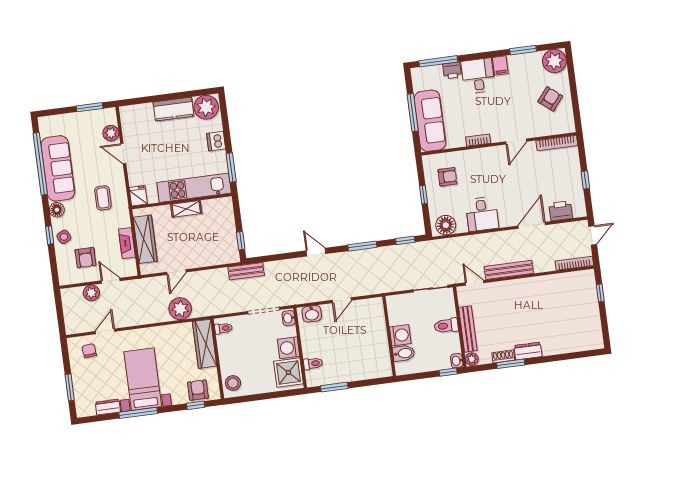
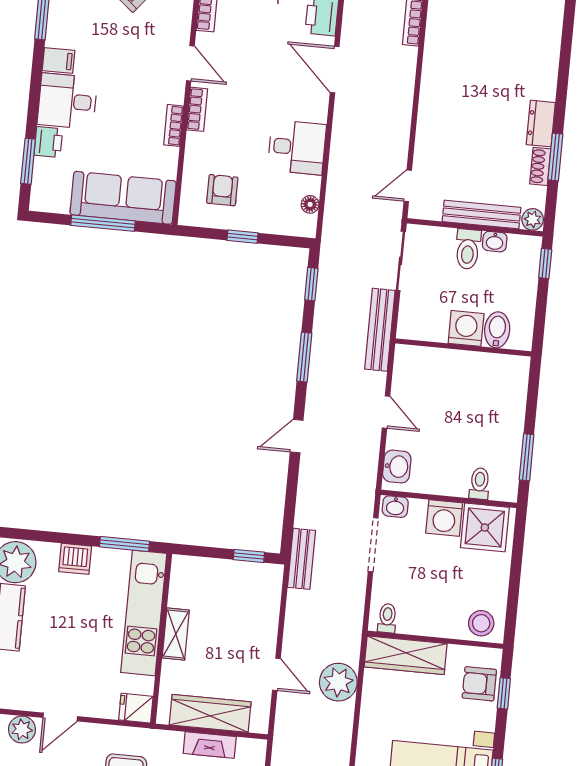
window: (438, 61) -> (28, 161), width x0.69
bookcase: (491, 152) -> (197, 109), added
floor lamp: (446, 225) -> (310, 204), width x0.53, depth x0.53
bench: (509, 270) -> (380, 330), moved
washbasin: (457, 361) -> (495, 242), moved

